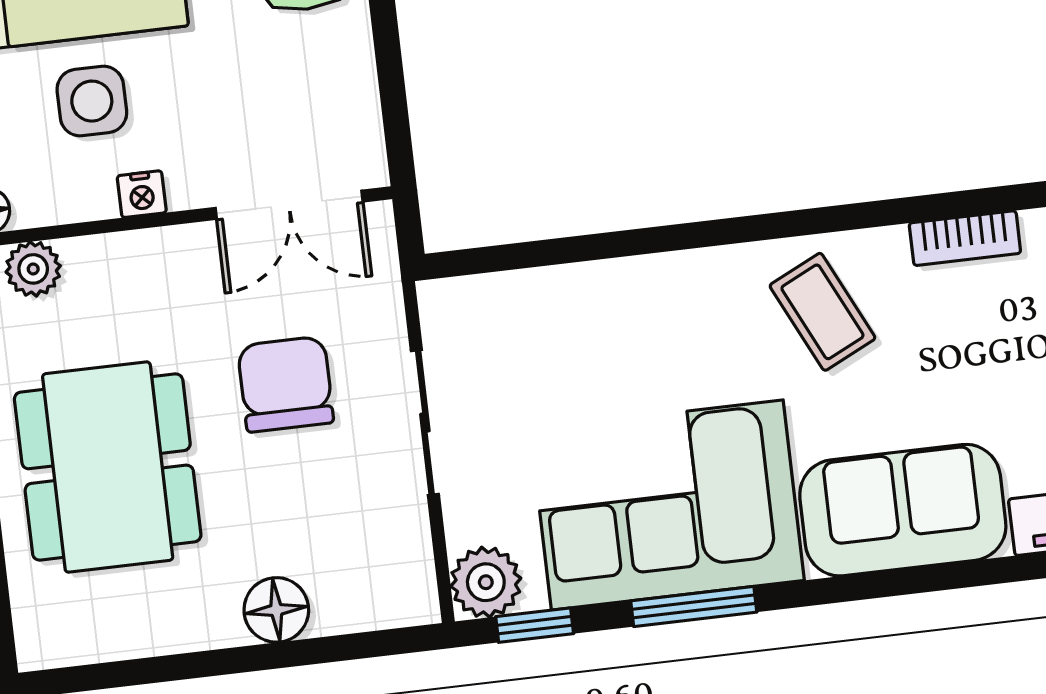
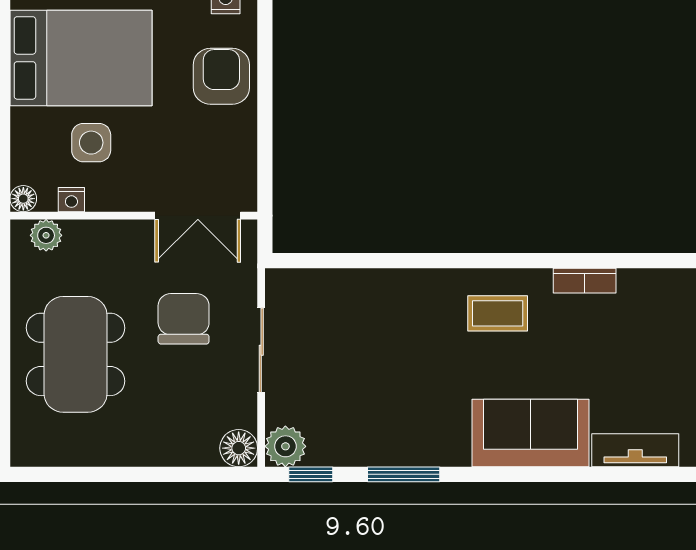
nightstand: (142, 194) -> (71, 200), moved
coffee table: (822, 312) -> (498, 313), turned -64
corner sofa: (667, 505) -> (395, 414), removed
floor lamp: (276, 610) -> (239, 448), moved

